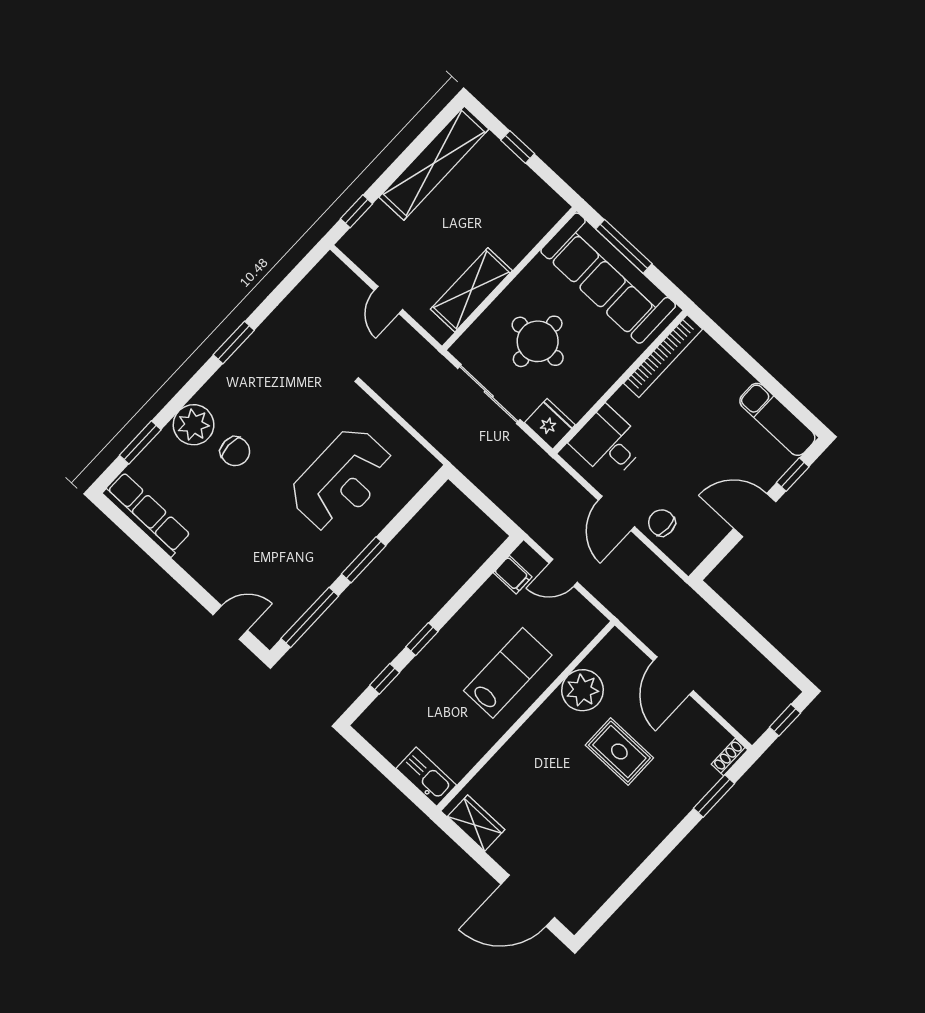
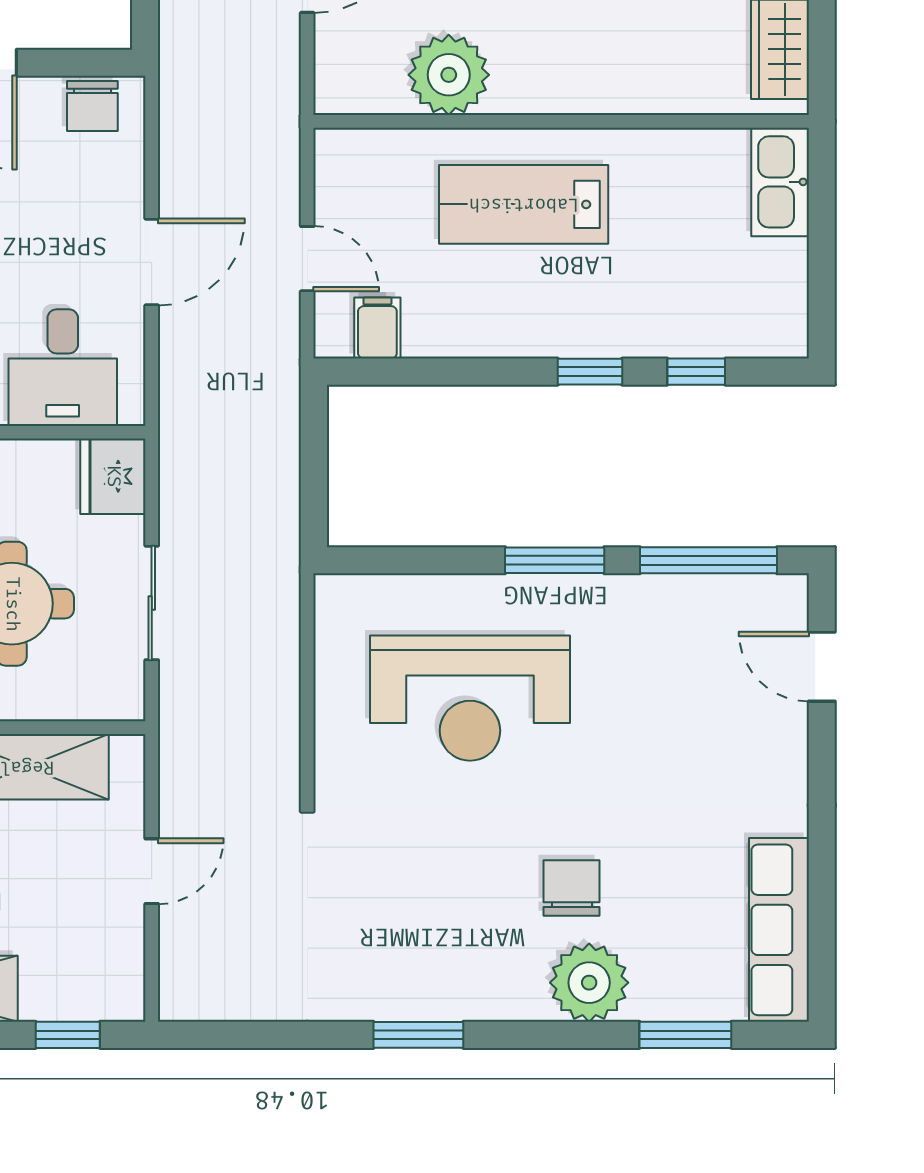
sliding door: (489, 394) -> (152, 603), width x0.73
reception desk: (342, 480) -> (470, 698), turned 180
chair: (662, 523) -> (92, 106), moved

